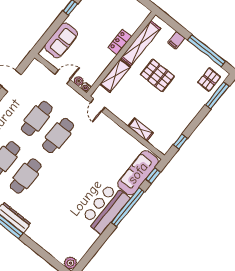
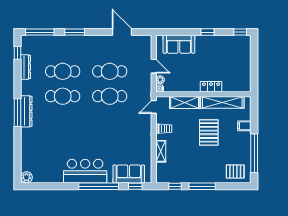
window: (217, 95) -> (202, 186), moved
trolley: (124, 111) -> (164, 129), added
sofa: (138, 173) -> (129, 174), width x0.73

